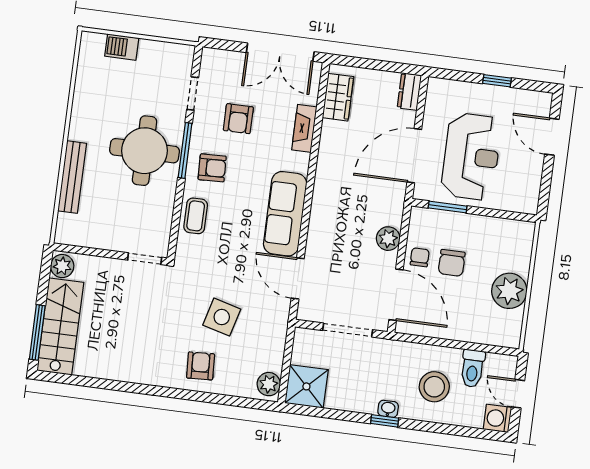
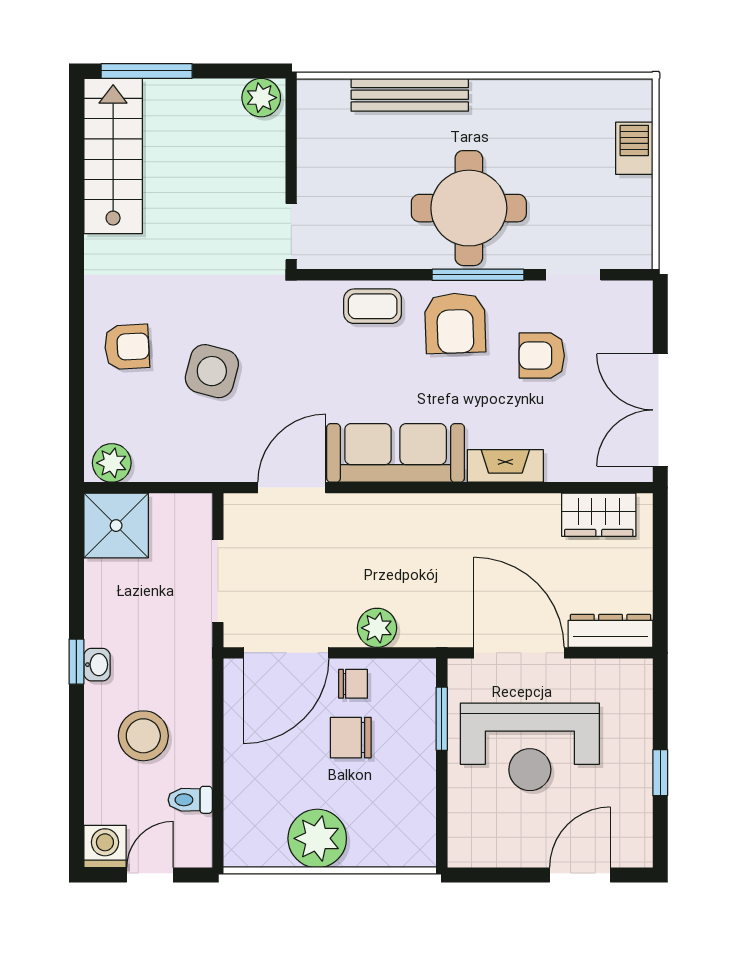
dresser: (409, 92) -> (611, 631), width x1.44
fireplace: (304, 128) -> (505, 466), moved
armchair: (212, 168) -> (455, 323), width x1.38, depth x1.38
stairs: (60, 326) -> (113, 156), moved, turned -90
toilet: (473, 368) -> (190, 800), width x0.73, depth x0.72

